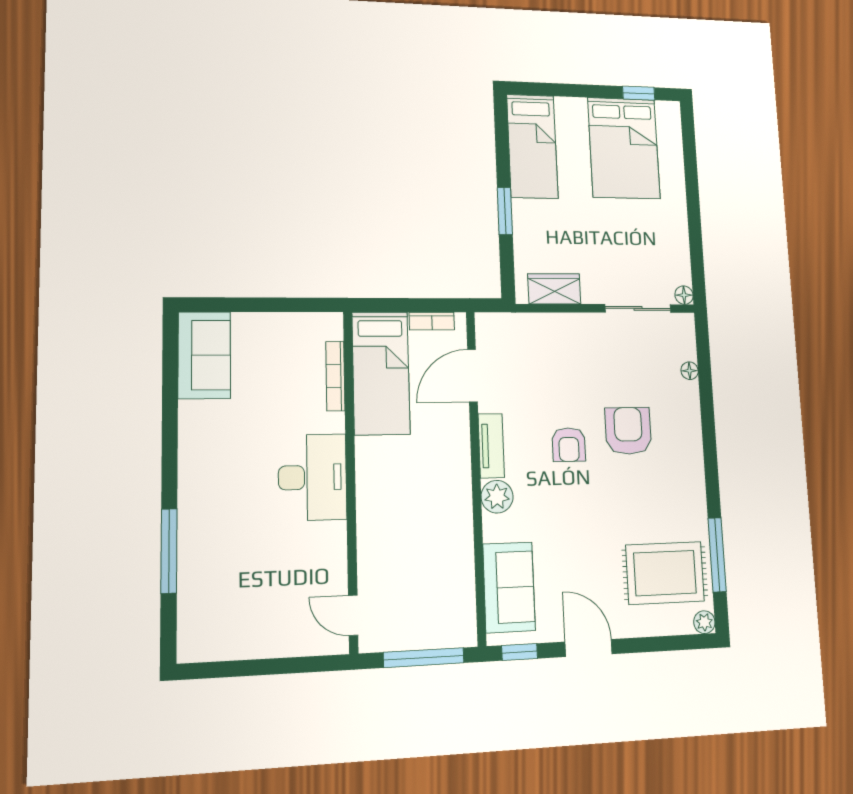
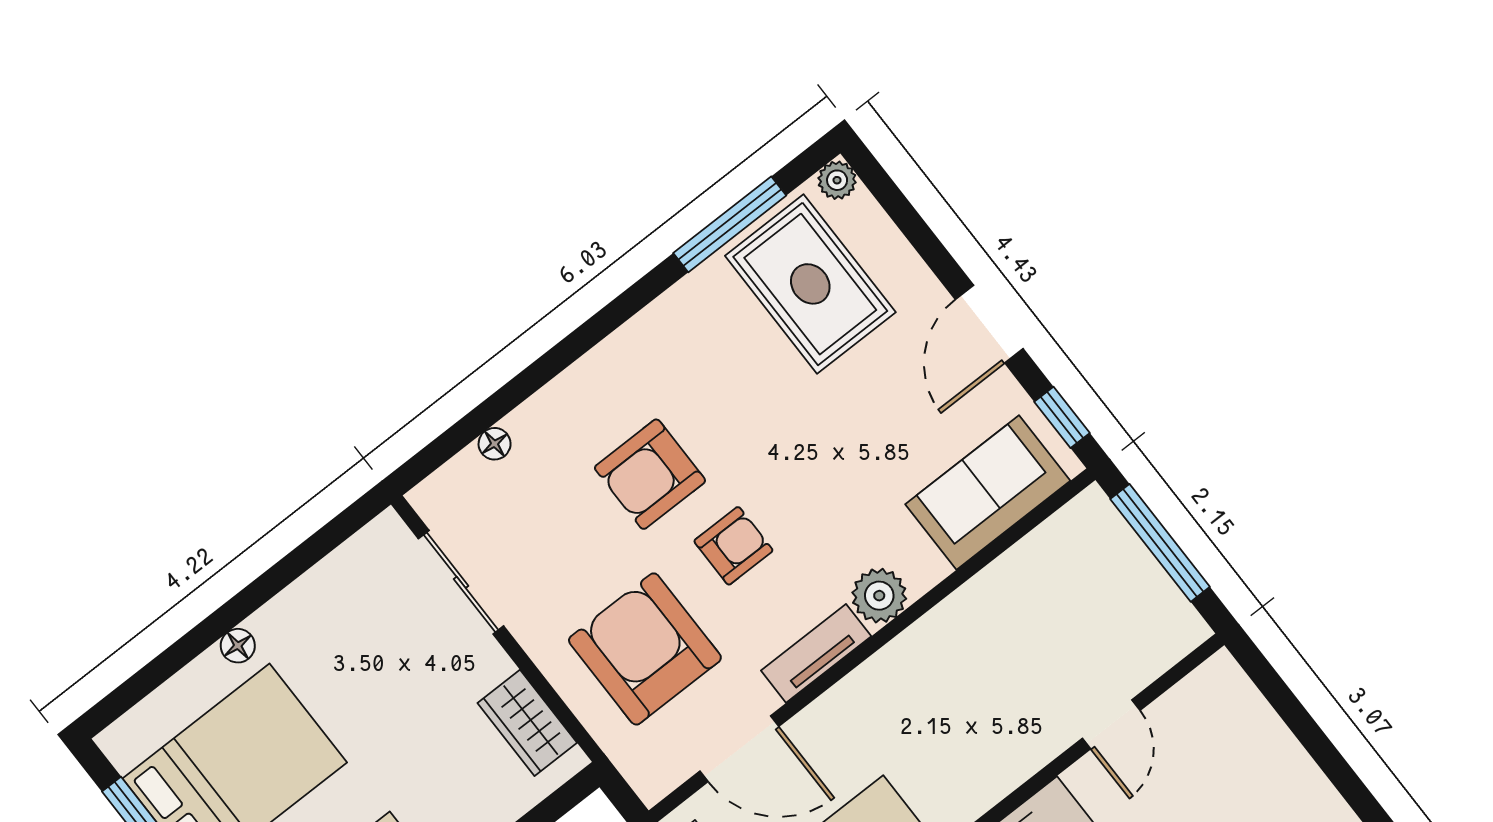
floor lamp: (684, 295) -> (238, 646), moved
armchair: (550, 367) -> (645, 649), added
door: (353, 615) -> (1111, 724), moved

